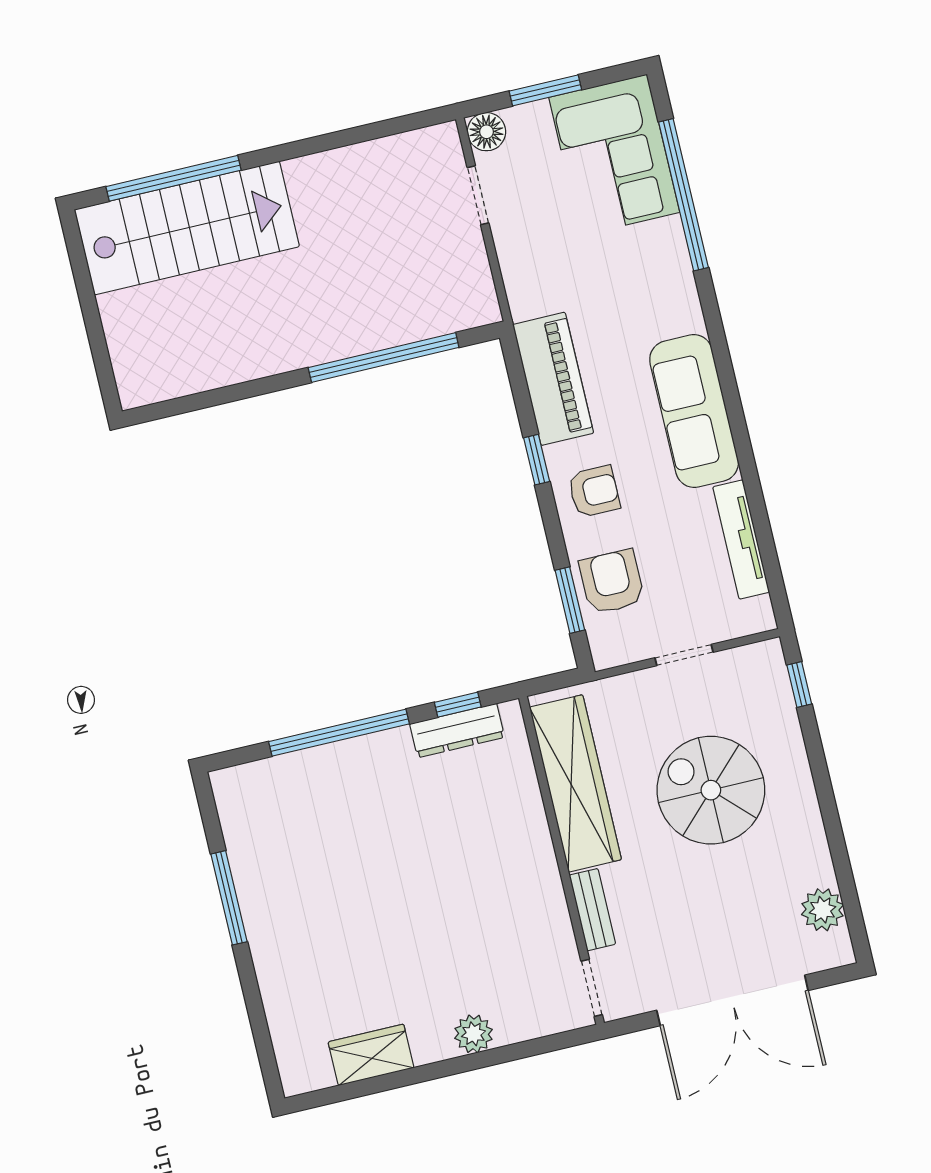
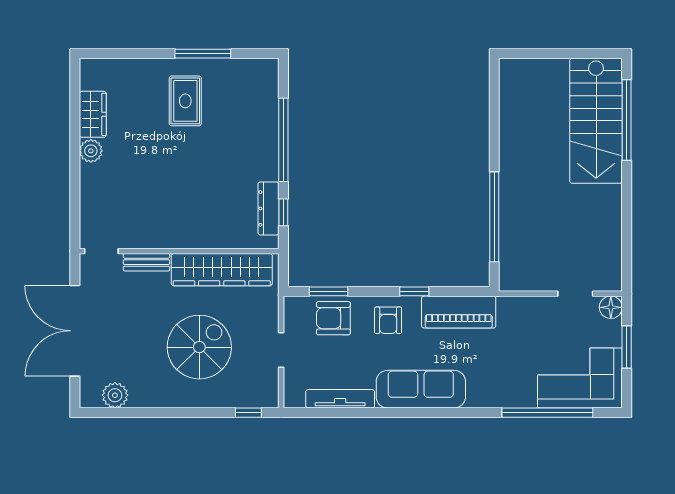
armchair: (612, 582) -> (333, 318), turned 180
rug: (313, 908) -> (185, 101), added
plant: (473, 1034) -> (91, 151), moved

